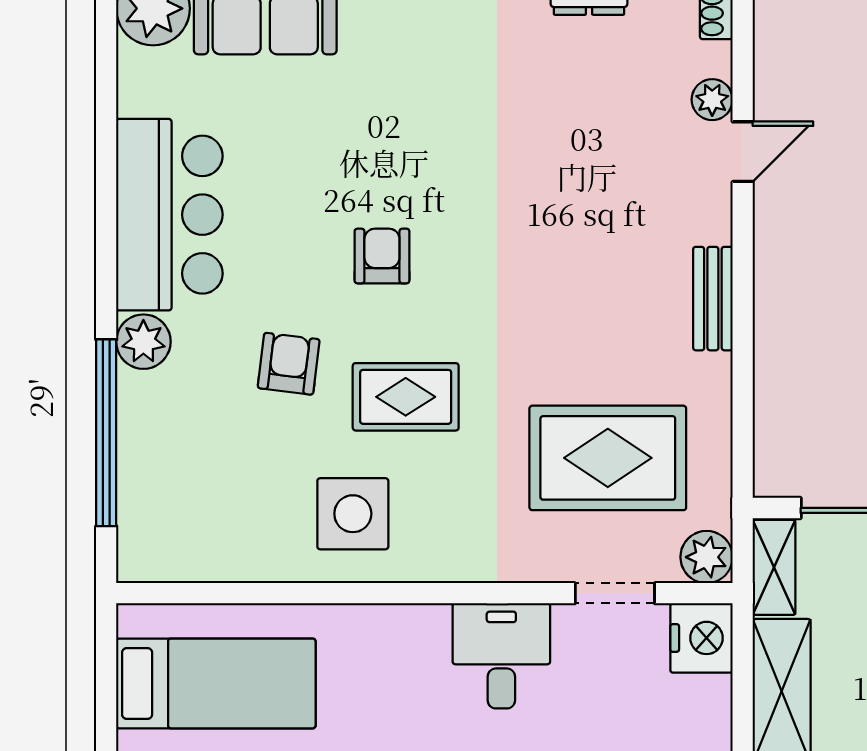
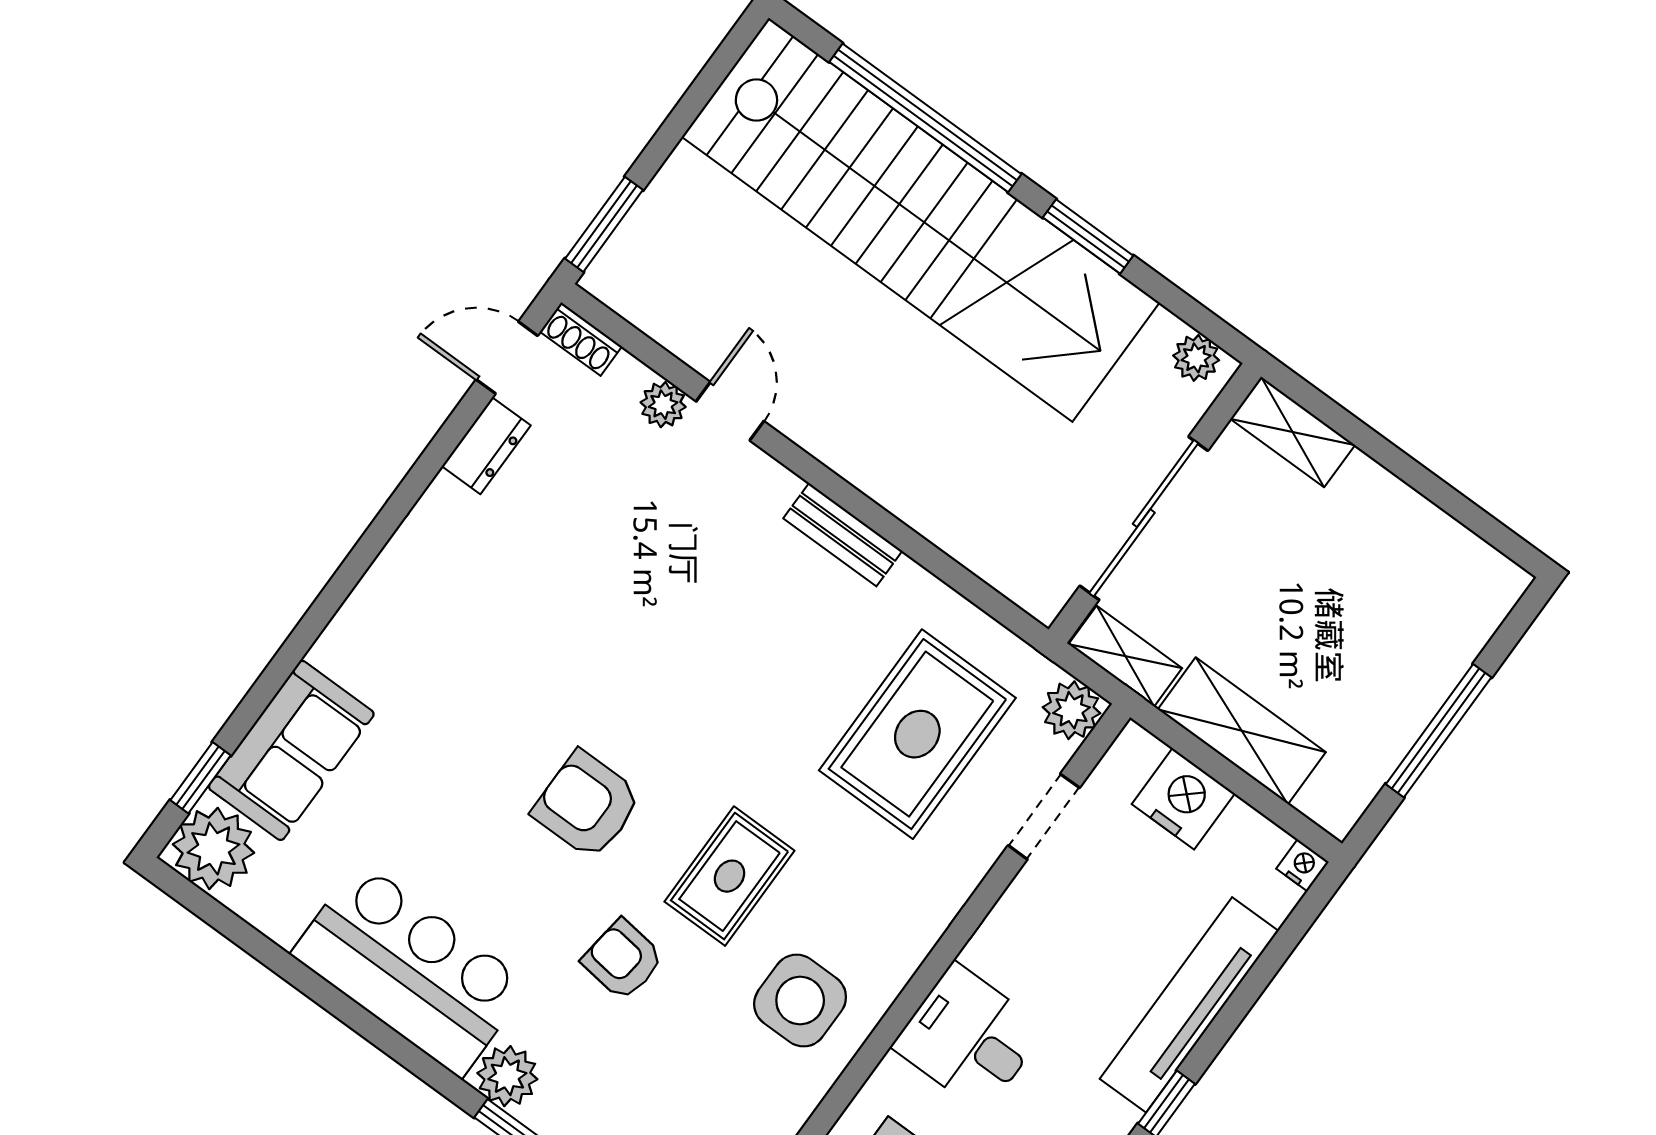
armchair: (382, 256) -> (587, 805), width x1.38, depth x1.38
nightstand: (702, 638) -> (1183, 799), moved
desk: (501, 656) -> (969, 1038), moved

